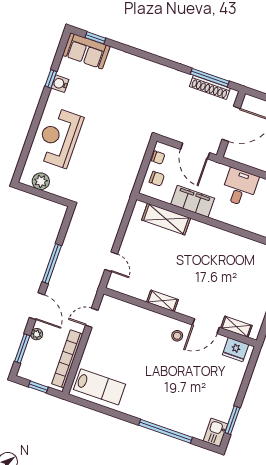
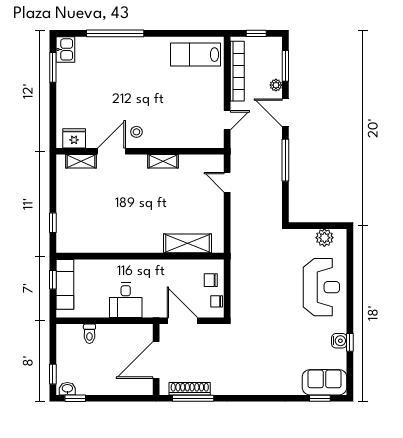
filing cabinet: (193, 201) -> (168, 270), removed

